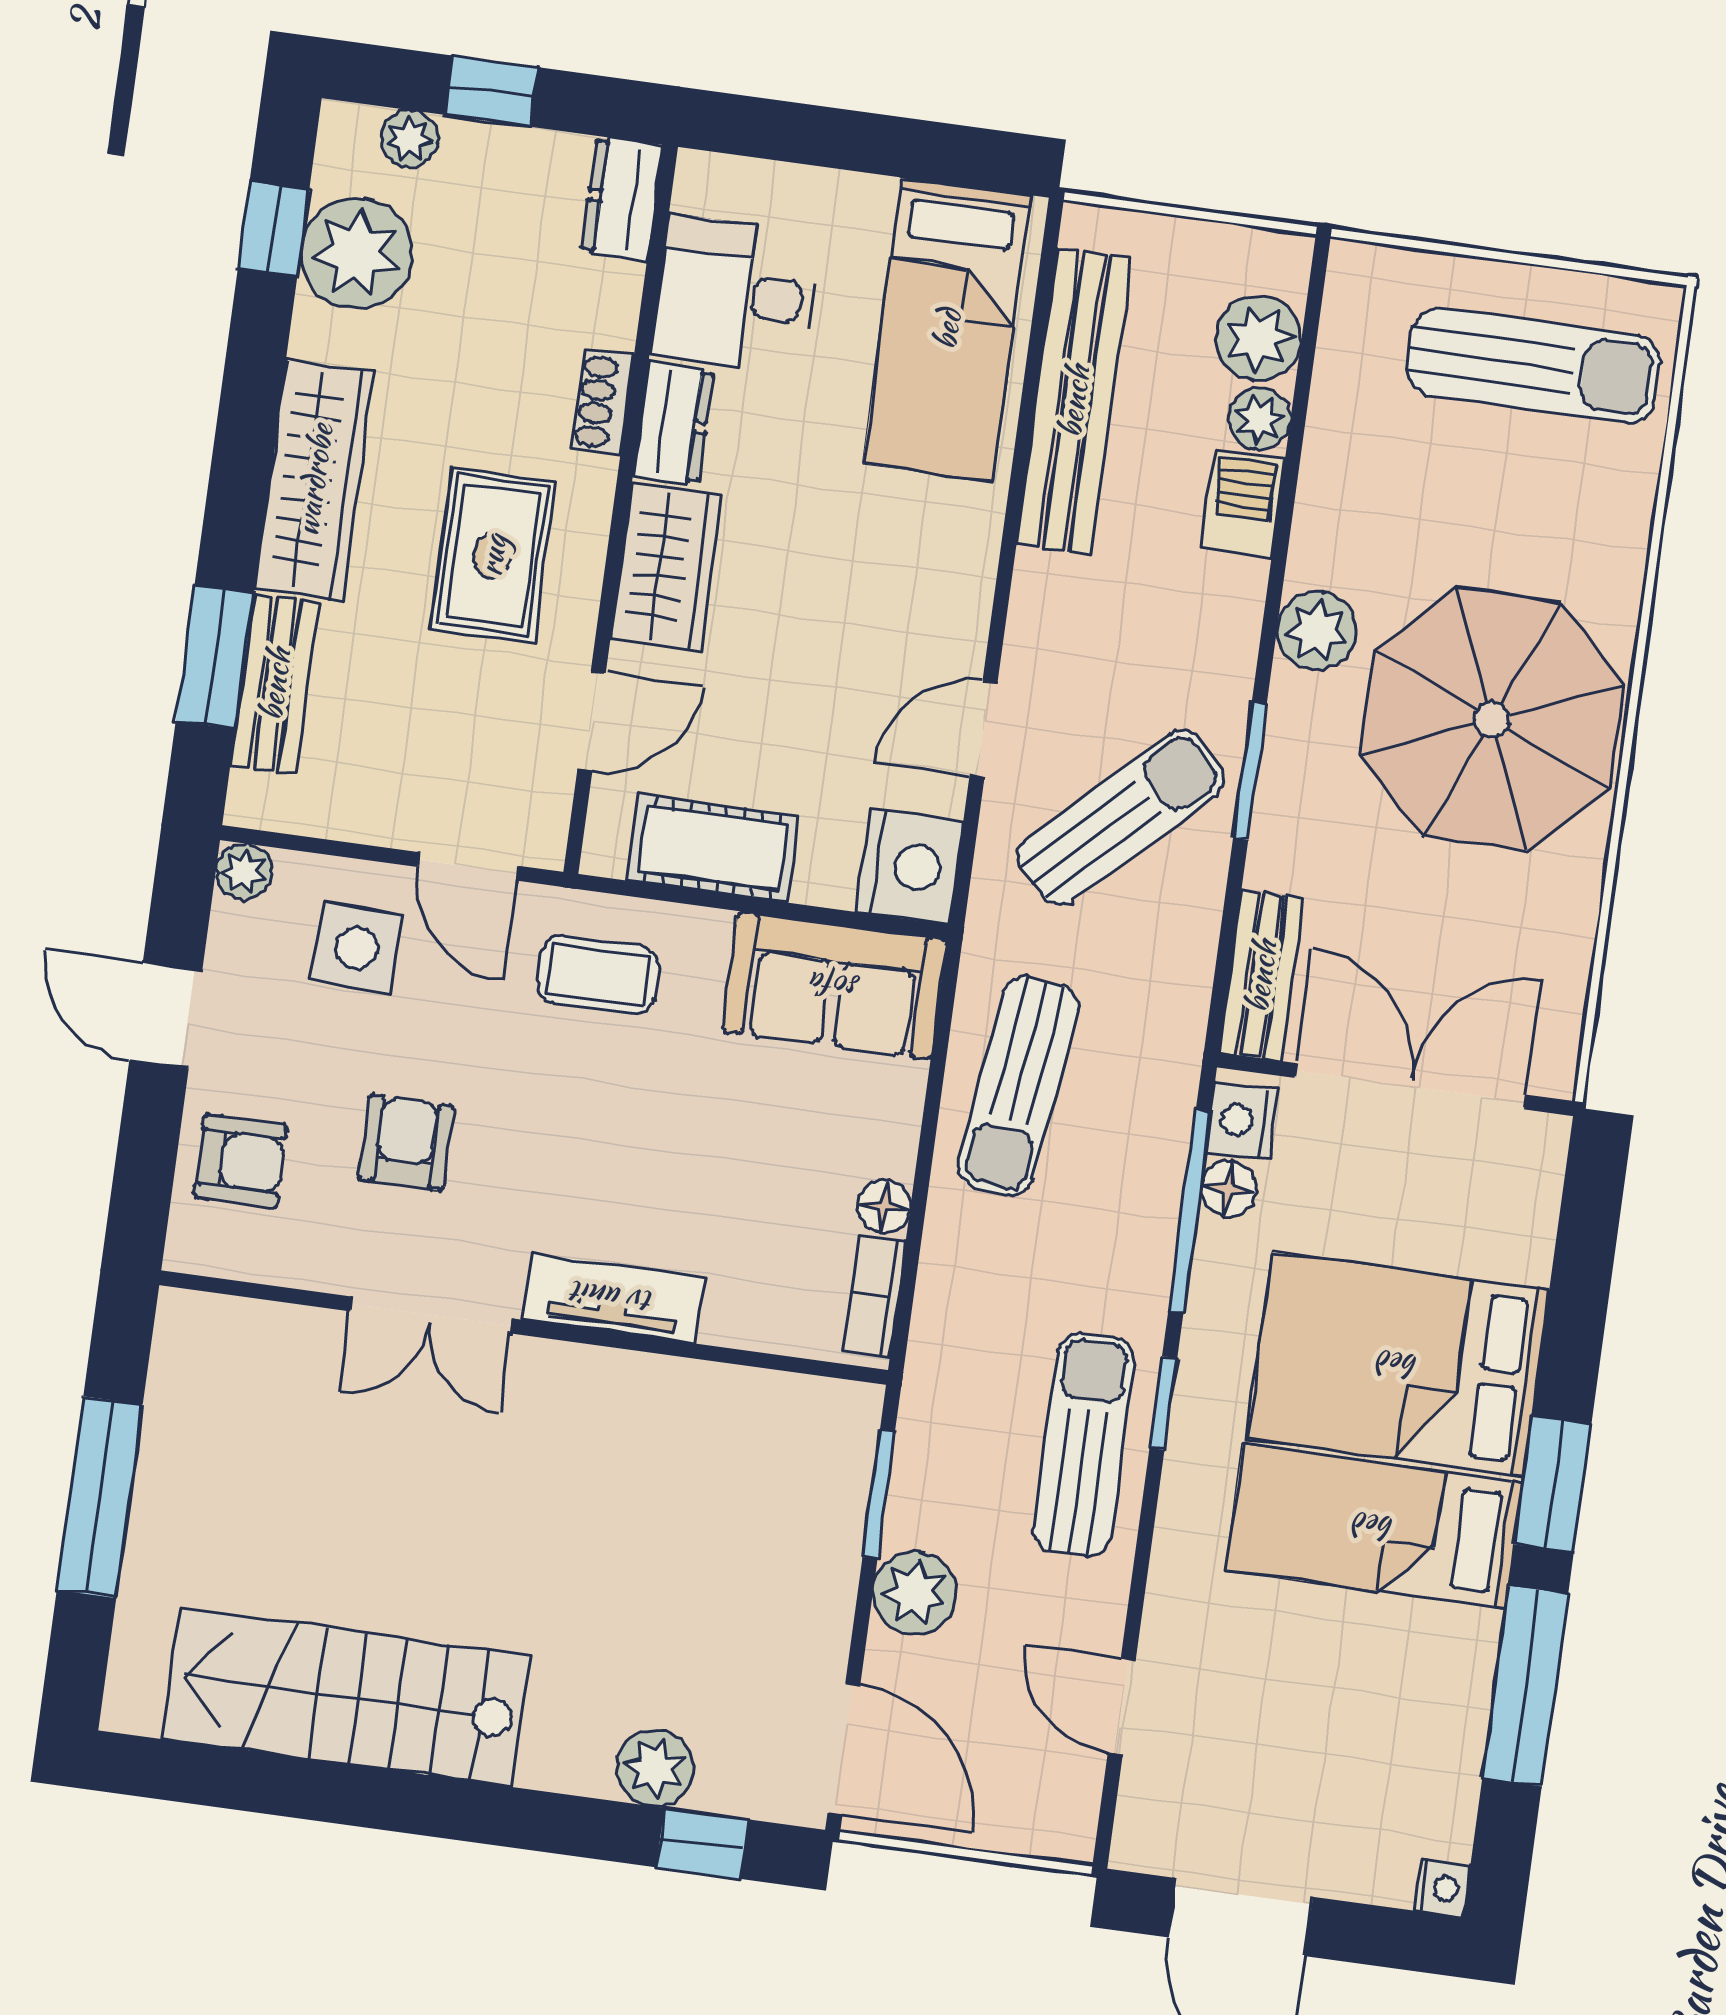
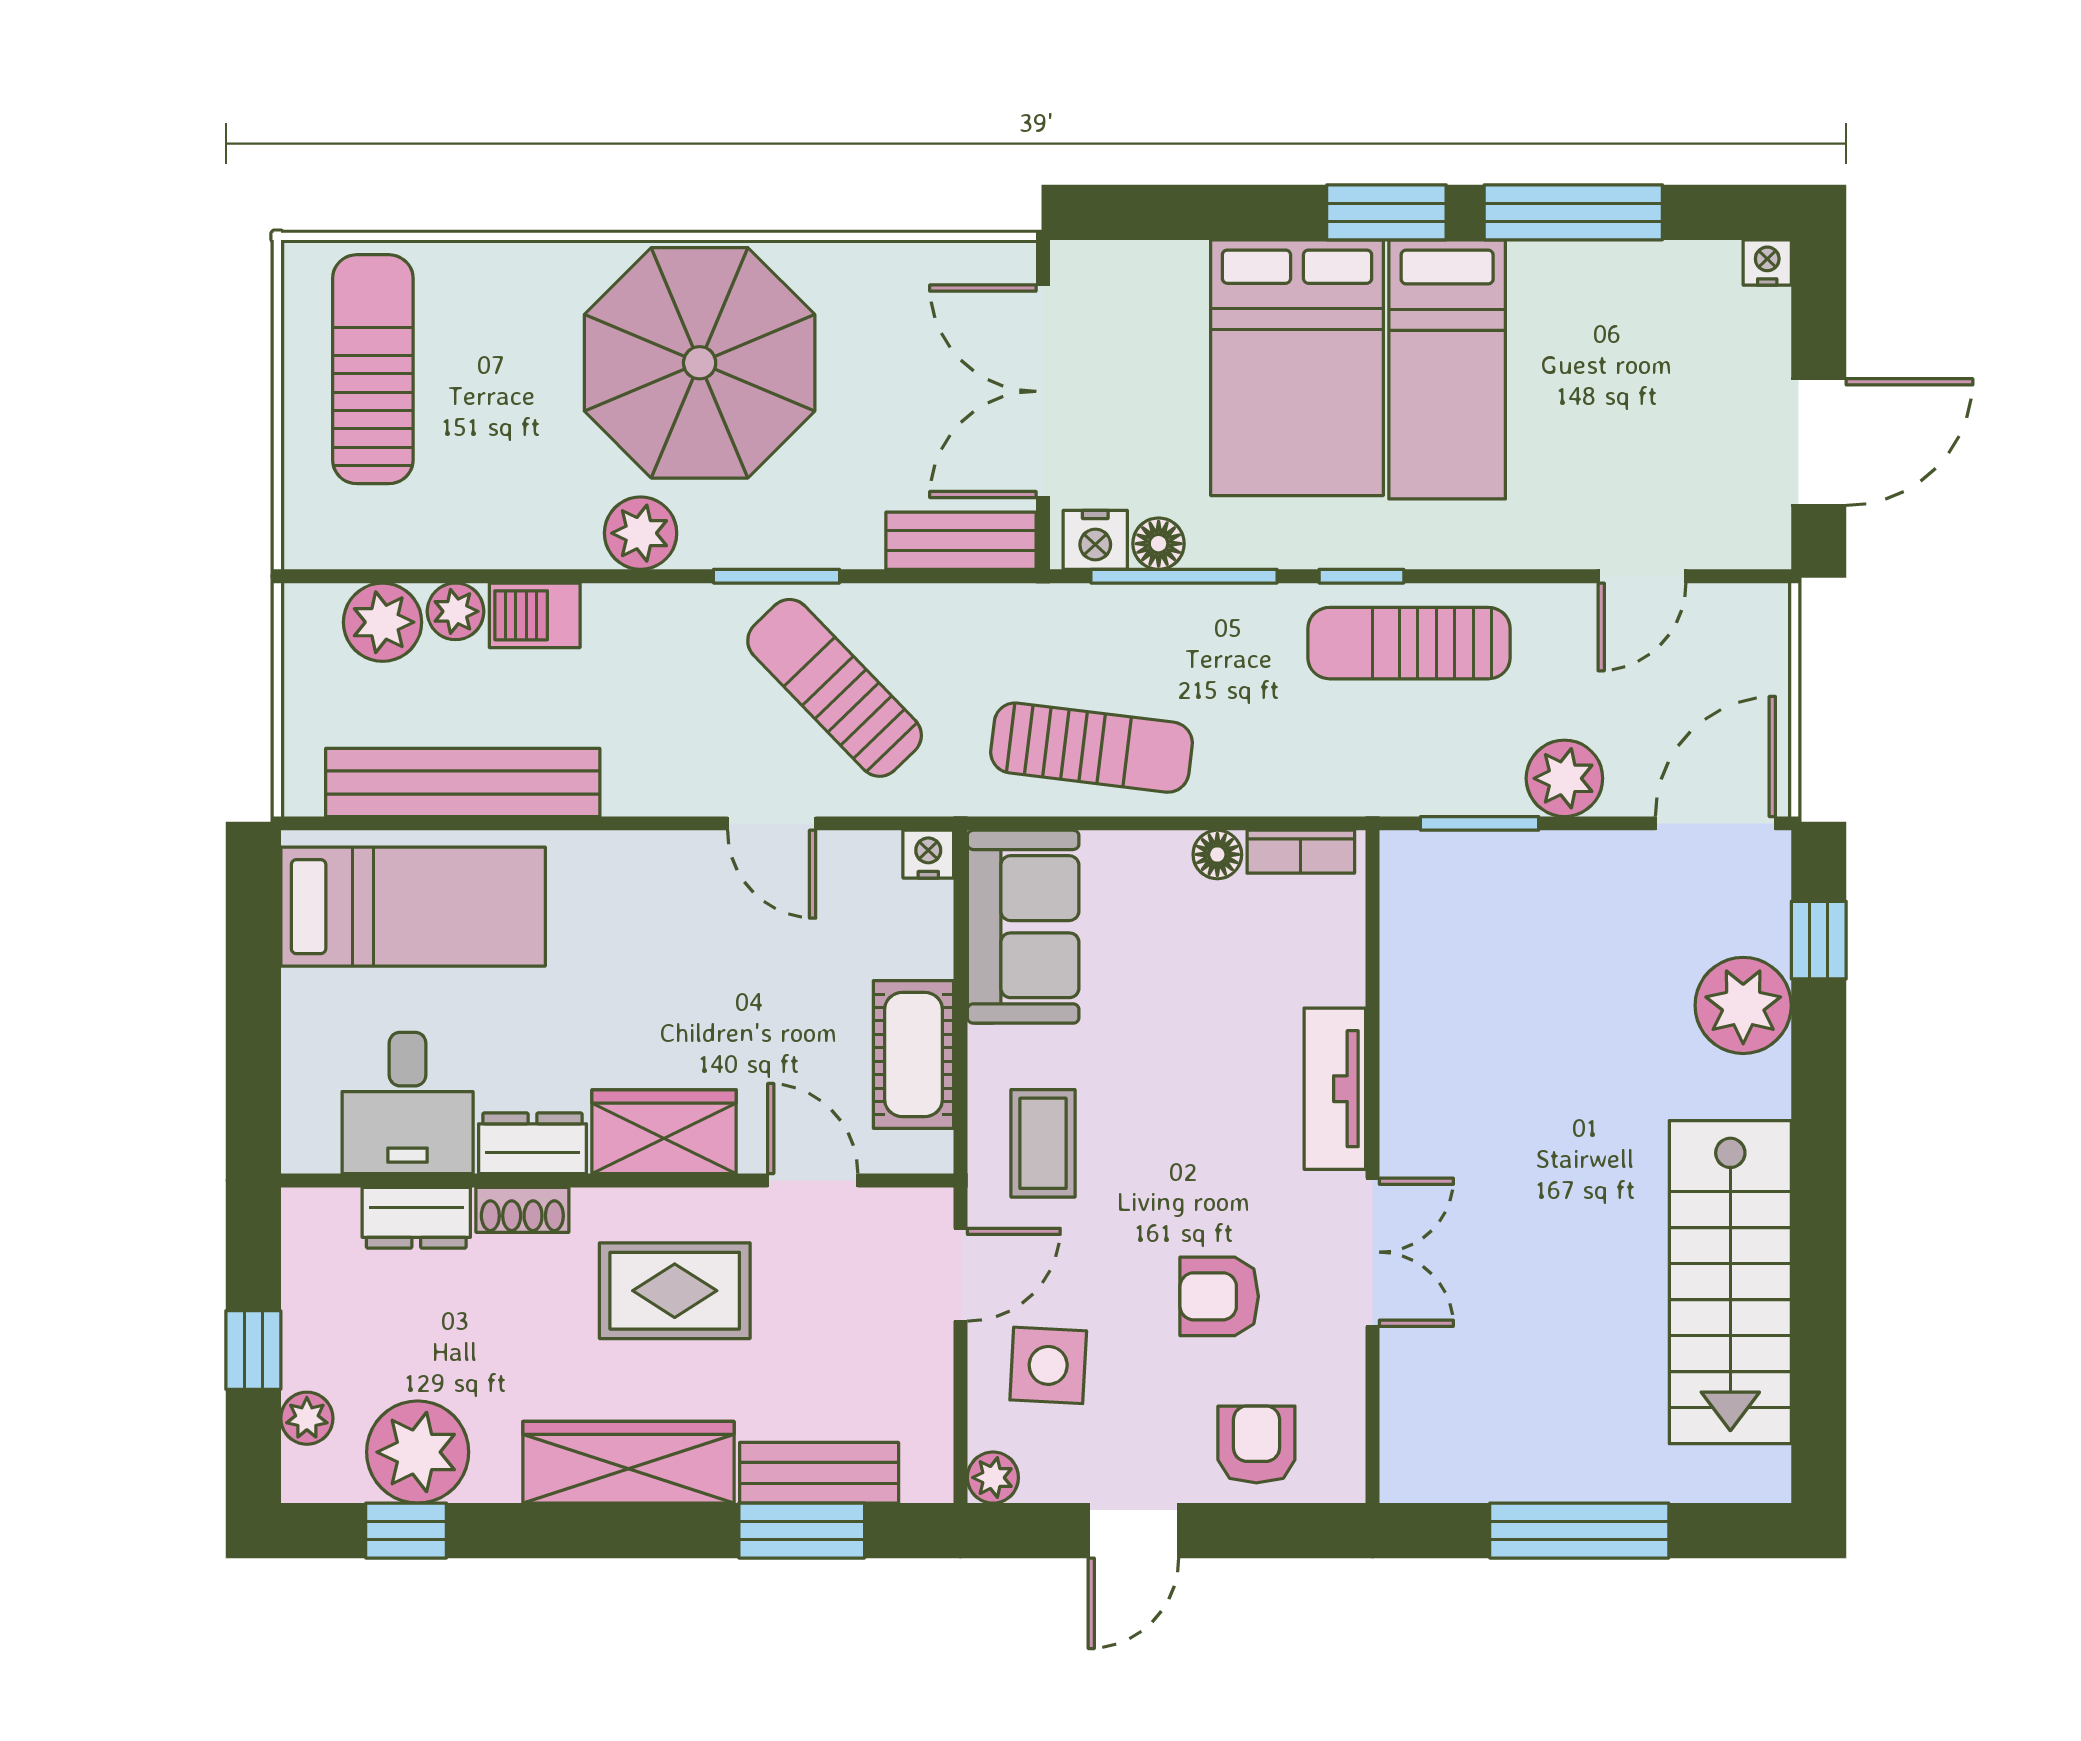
dresser: (622, 199) -> (416, 1218), moved
nightstand: (910, 867) -> (928, 854), width x0.53, depth x0.56
plant: (655, 1768) -> (1743, 1005), width x1.36, depth x1.36

